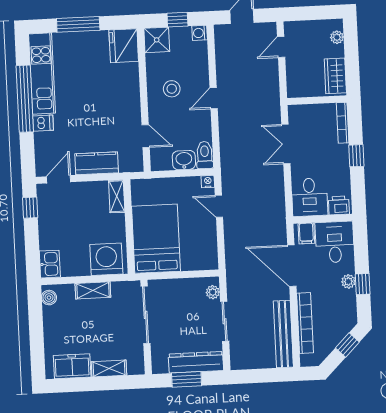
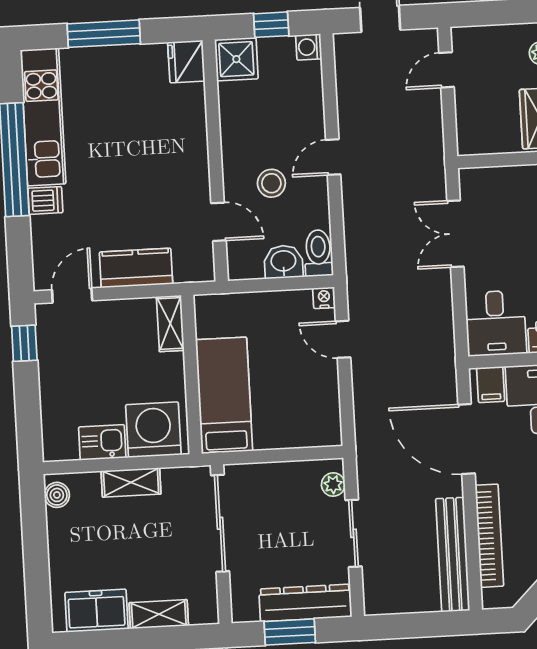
fridge: (124, 46) -> (186, 62), width x0.73, depth x0.75
stool: (172, 89) -> (271, 183), moved
bed: (156, 239) -> (224, 395), width x0.67
kitchen sink: (50, 264) -> (102, 442), moved, turned -90

